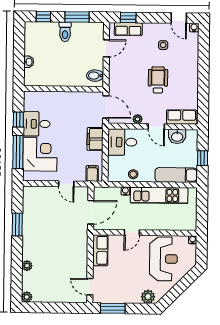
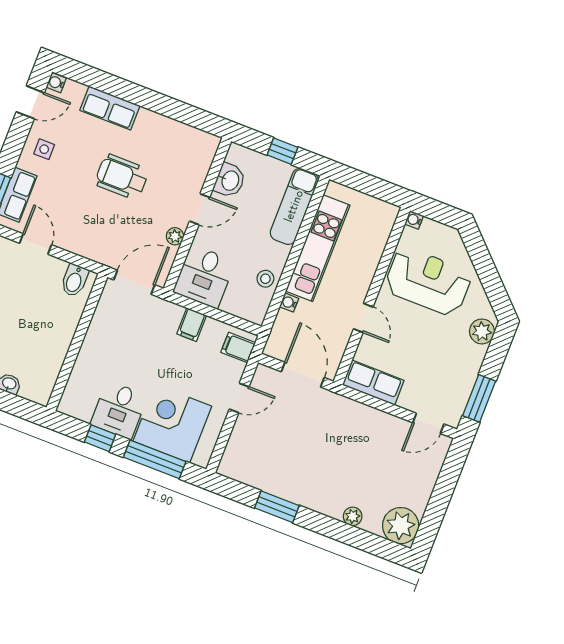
side table: (163, 45) -> (44, 149), moved
row of seats: (182, 117) -> (110, 108), moved, turned -90
filing cabinet: (95, 139) -> (192, 325), width x0.50
plant: (27, 297) -> (401, 526), width x1.87, depth x1.87

